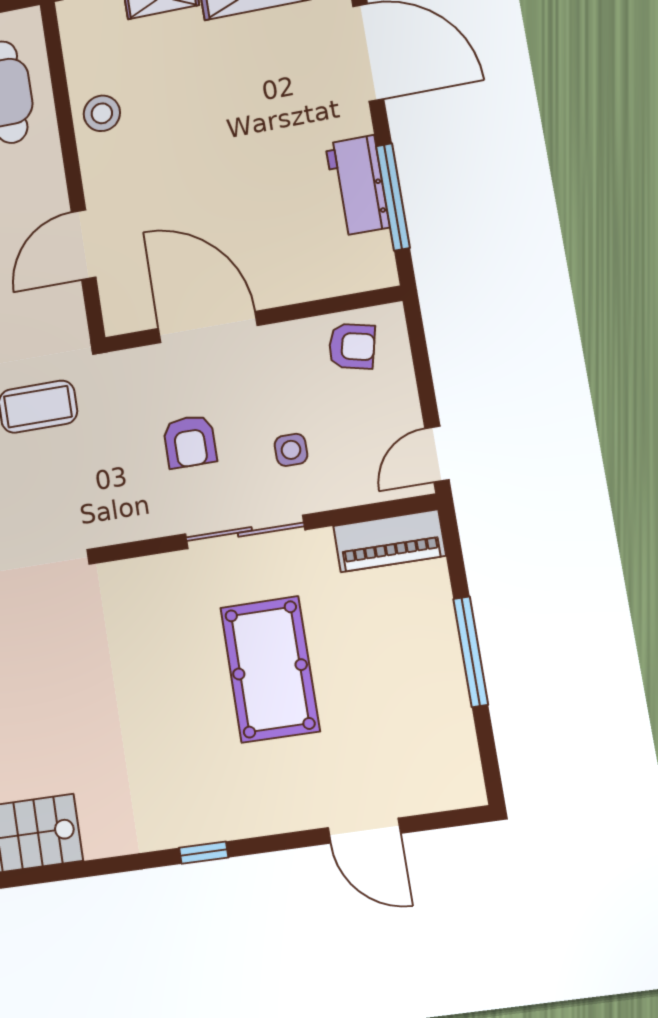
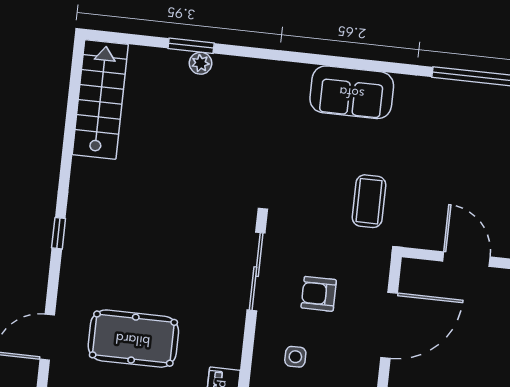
sliding door: (245, 532) -> (256, 272), moved
pool table: (270, 669) -> (133, 339), moved

